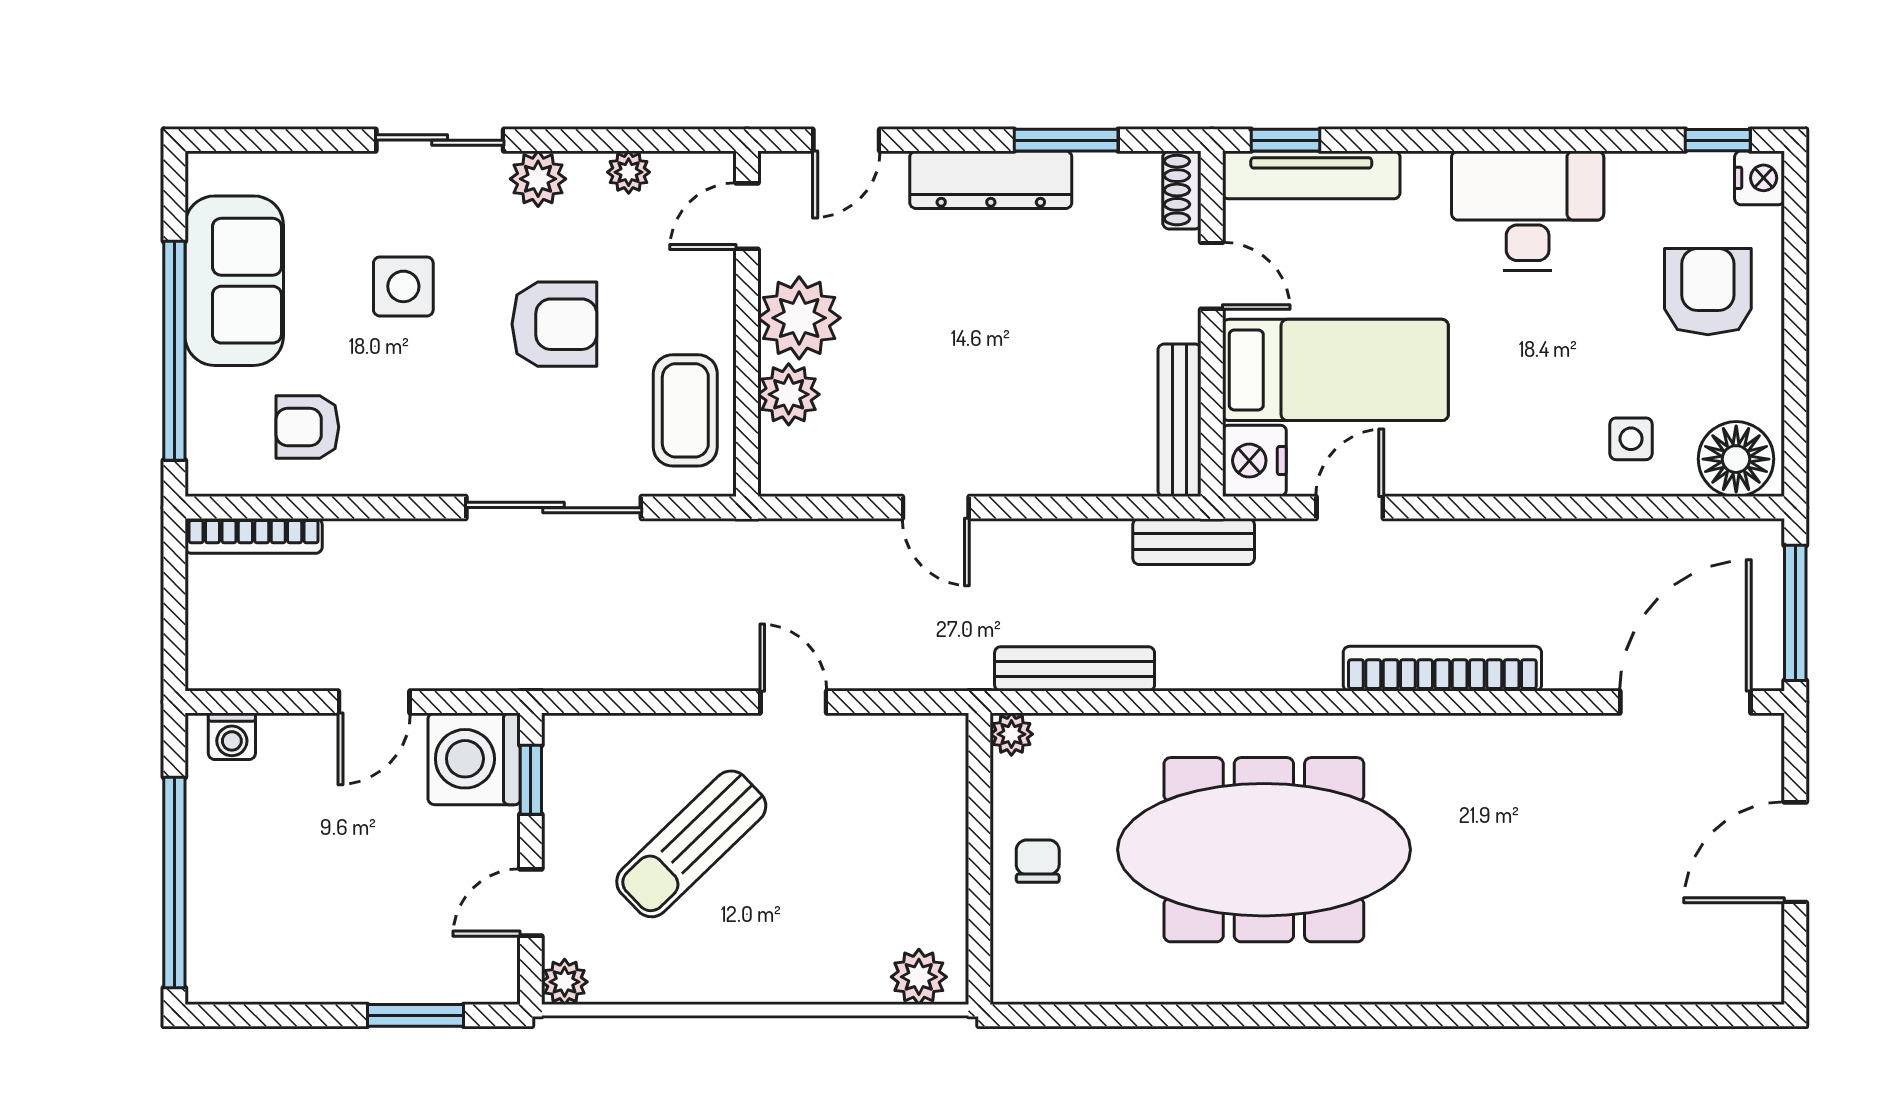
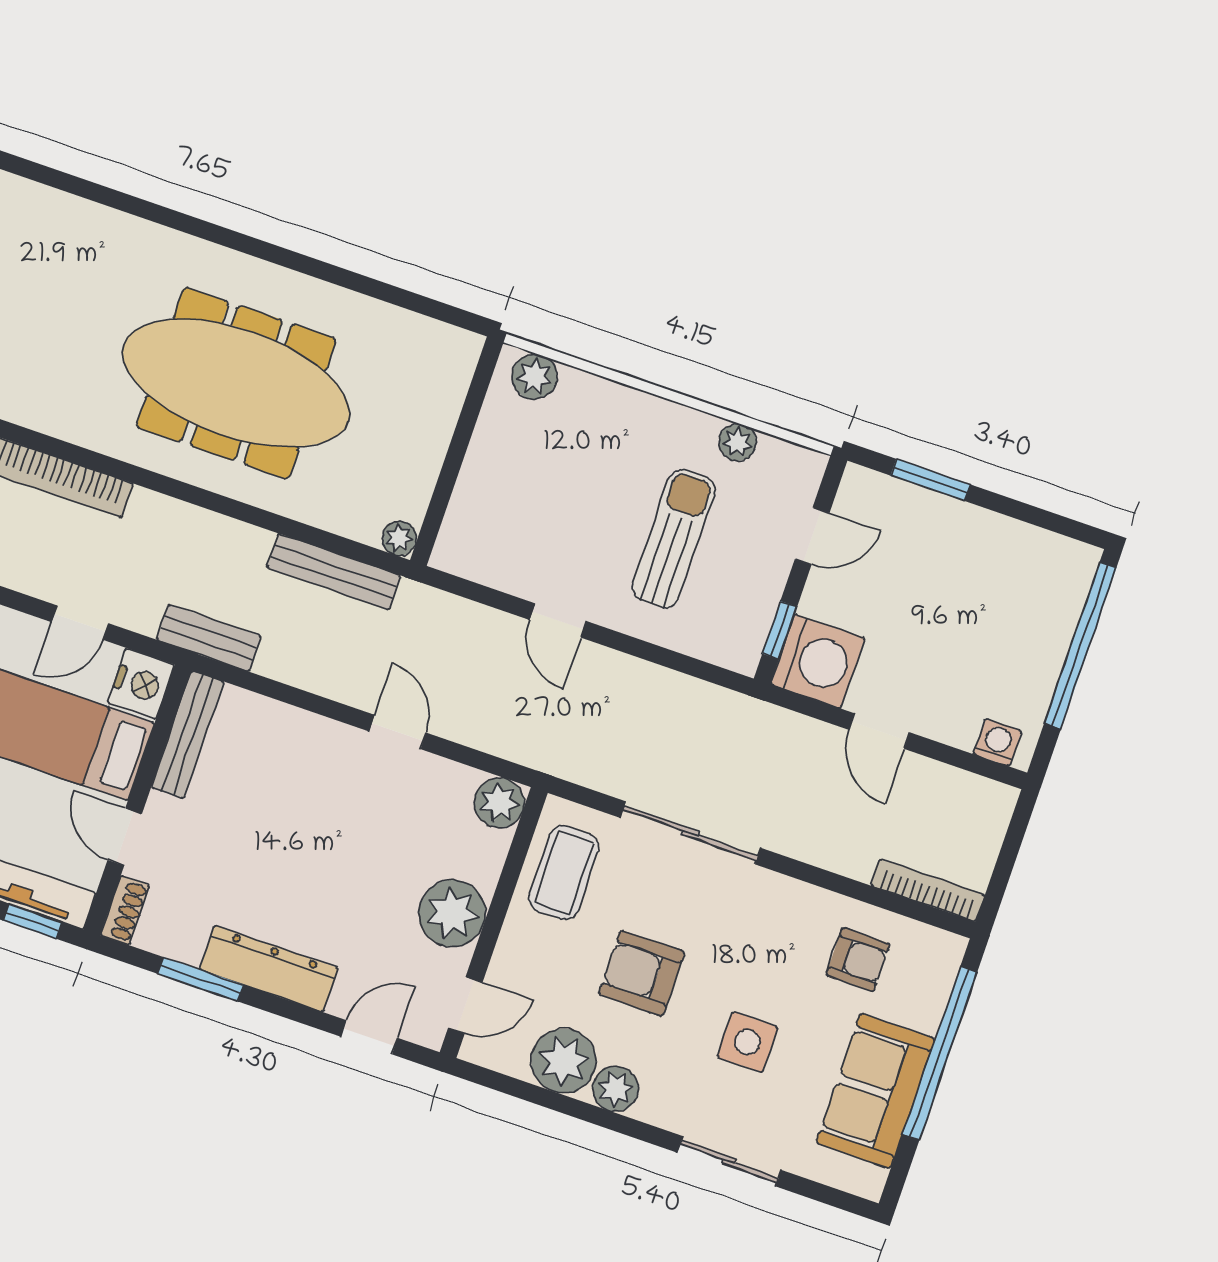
sliding door: (440, 140) -> (729, 1161), moved
plant: (629, 172) -> (564, 1061), width x1.88, depth x1.88
plant: (789, 394) -> (499, 803), moved
door: (374, 702) -> (879, 731), swing flipped
sun lounger: (691, 844) -> (674, 539), turned -46
chair: (1038, 861) -> (413, 434), removed
plant: (565, 982) -> (738, 442), moved

